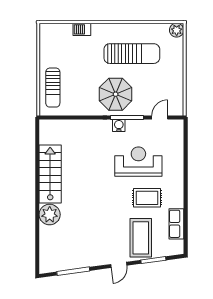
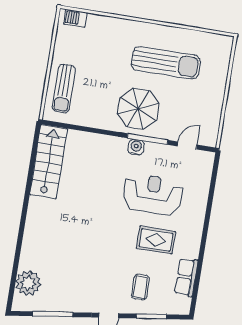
barbecue: (82, 29) -> (75, 18), moved
plant: (177, 30) -> (224, 43), removed
stairs: (50, 174) -> (49, 162), moved
plant: (50, 215) -> (28, 283), moved
coffee table: (141, 238) -> (140, 287), width x0.54, depth x0.58

